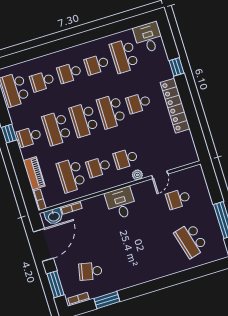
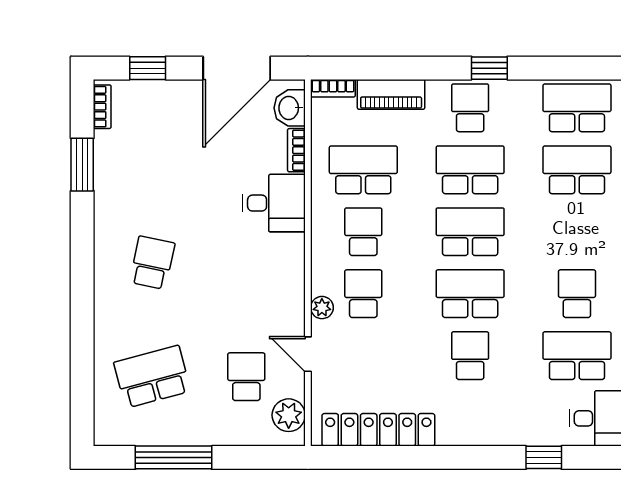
window: (176, 67) -> (544, 457), moved
school desk: (69, 73) -> (577, 232), removed
school desk: (42, 81) -> (577, 170), width x1.85
locker: (175, 106) -> (378, 430), moved
plant: (189, 175) -> (289, 415), added
desk: (121, 203) -> (274, 203), moved
door: (43, 245) -> (237, 68), hinge flipped
school desk: (90, 271) -> (152, 263), moved
window: (55, 284) -> (148, 68), width x0.67

